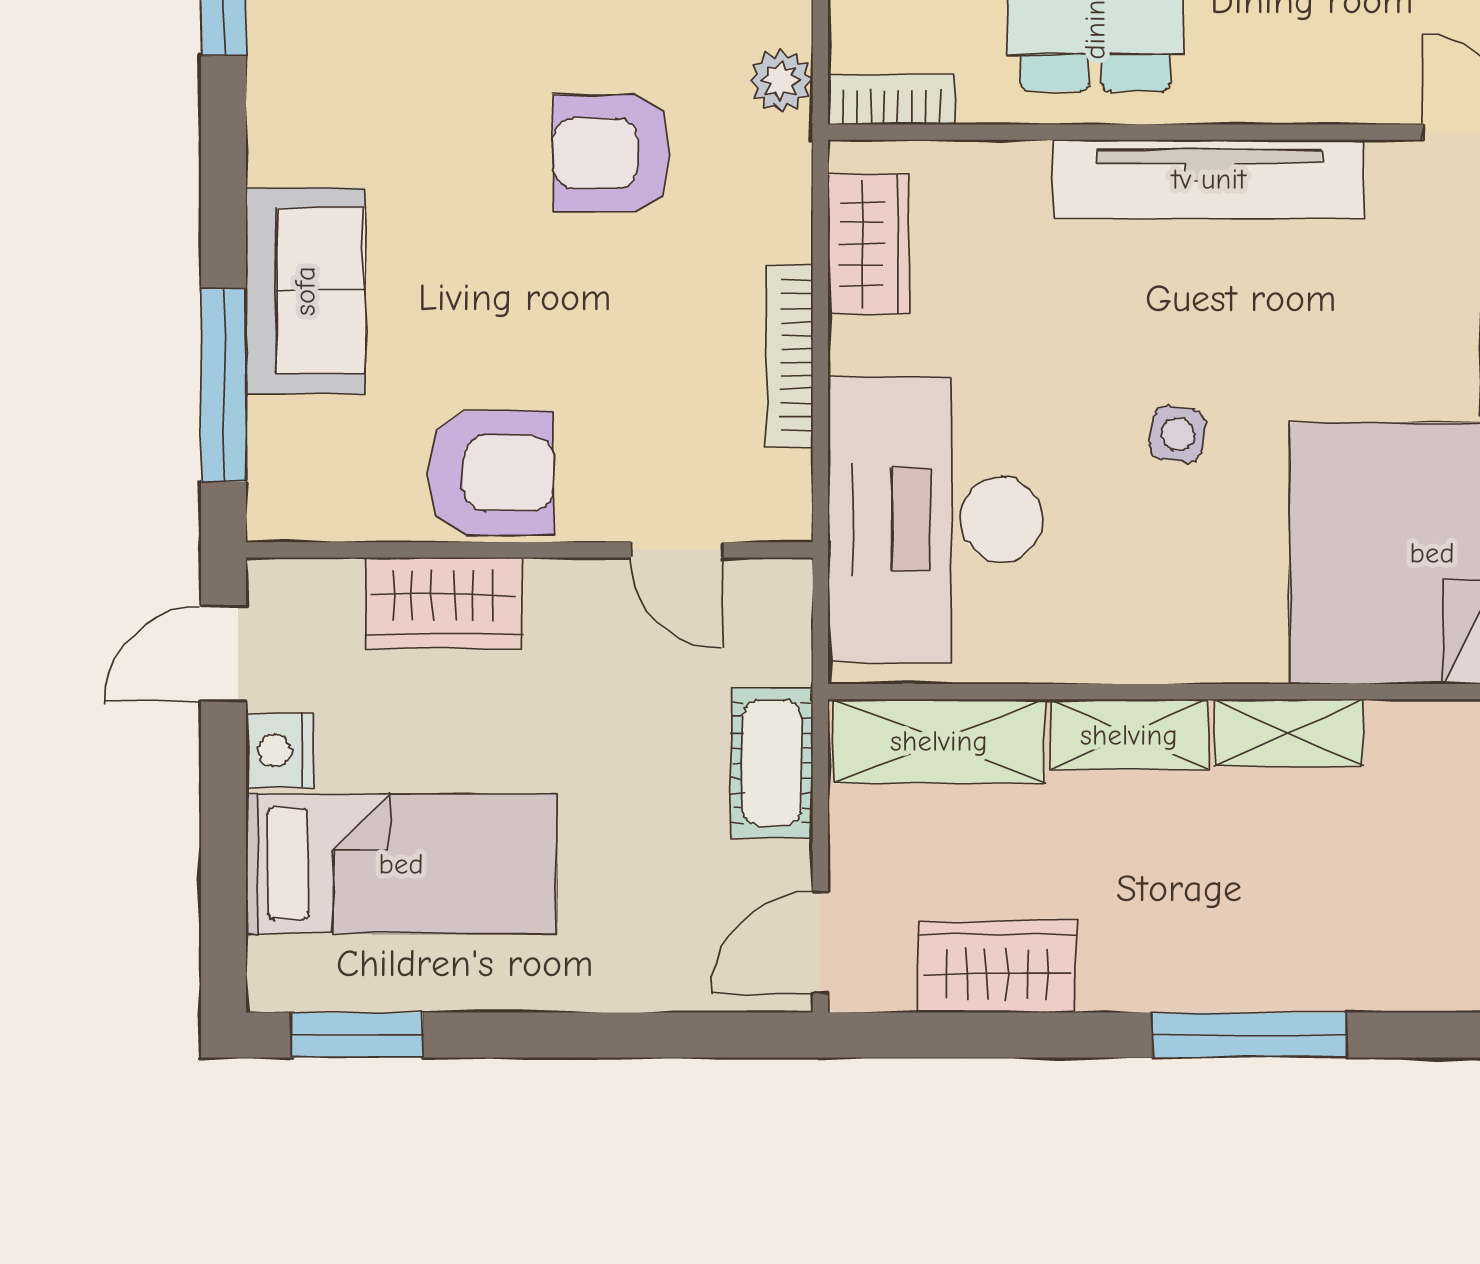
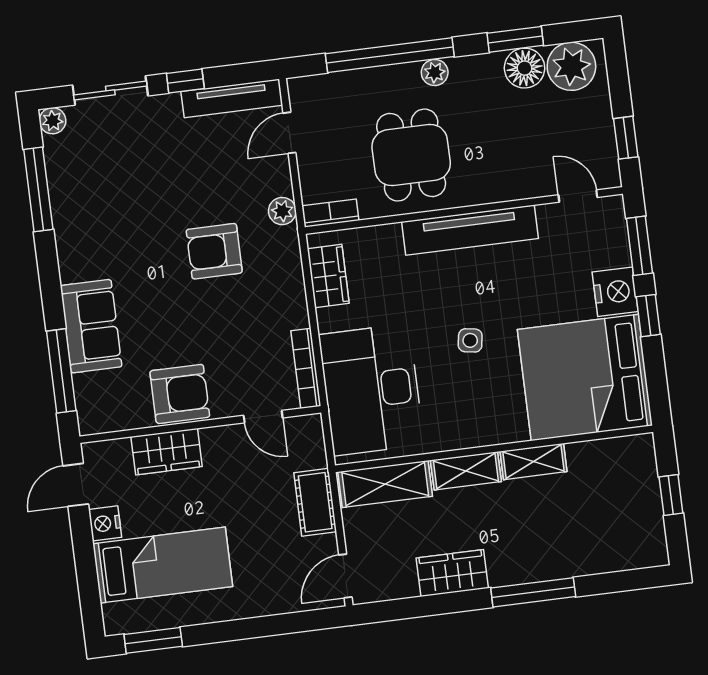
bookcase: (789, 356) -> (306, 368), moved
wardrobe: (997, 967) -> (452, 573), moved

